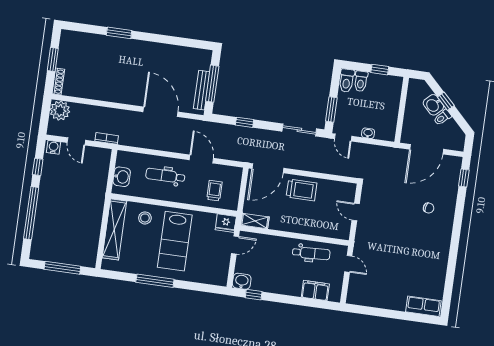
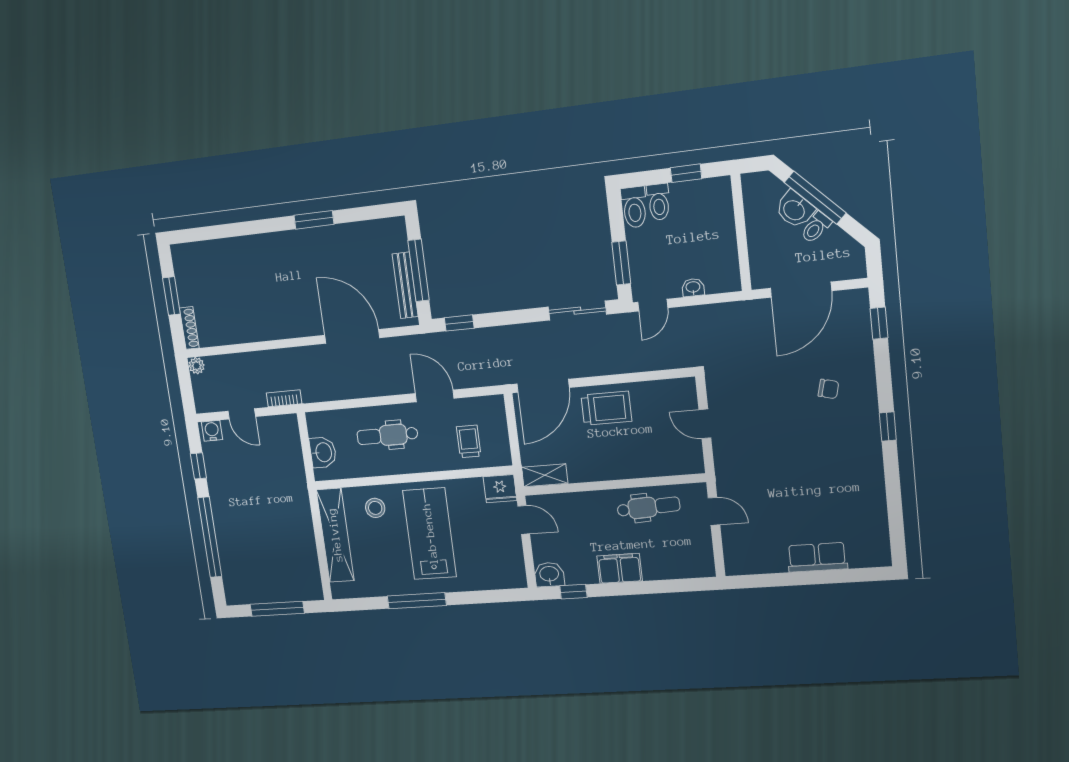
window: (119, 33) -> (314, 220), moved
window: (446, 101) -> (815, 198), width x2.17
plant: (60, 111) -> (197, 366), width x0.53, depth x0.53
window: (245, 122) -> (459, 323), moved
door: (343, 138) -> (653, 305), hinge flipped
window: (456, 236) -> (888, 427), added
lab bench: (175, 241) -> (430, 534), turned 180
door: (235, 245) -> (524, 520), hinge flipped
filing cabinet: (315, 290) -> (620, 568), moved
row of seats: (423, 306) -> (817, 557), moved

